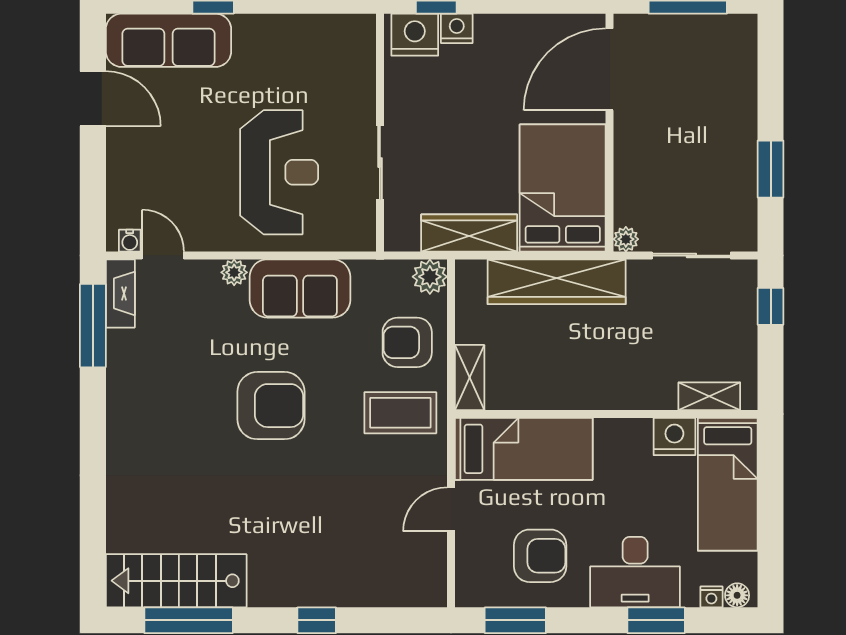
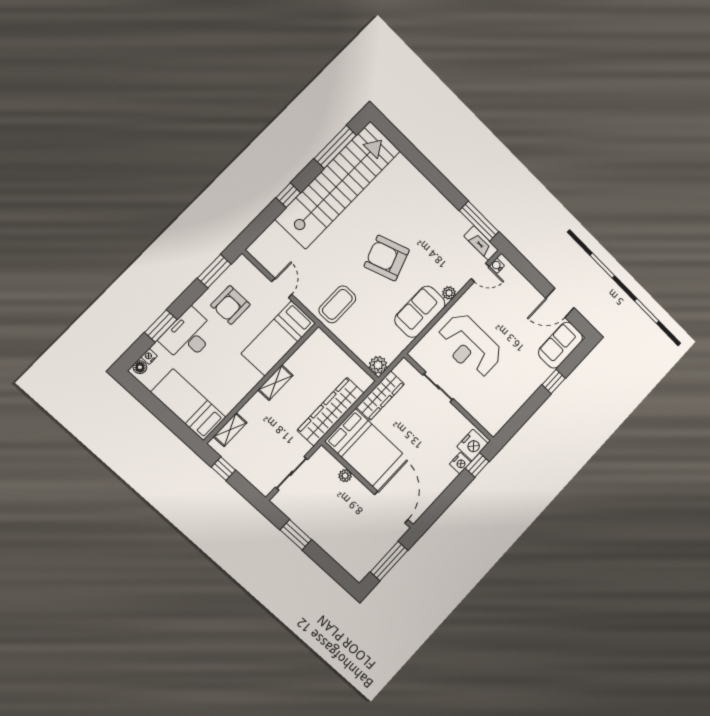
sofa: (168, 40) -> (560, 345), width x0.73
plant: (626, 239) -> (345, 476), moved
window: (771, 306) -> (223, 469), moved
armchair: (407, 342) -> (362, 333), removed
shelving: (470, 378) -> (275, 383), moved, turned 90
armchair: (271, 406) -> (387, 258), turned 71
nightstand: (674, 437) -> (227, 401), removed
stairs: (176, 581) -> (338, 185), width x1.86, depth x1.51

